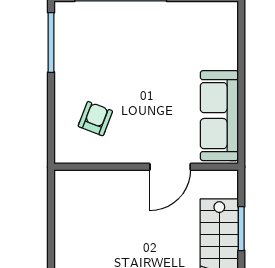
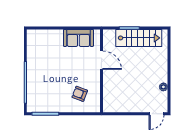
sofa: (219, 116) -> (78, 38), width x0.73

